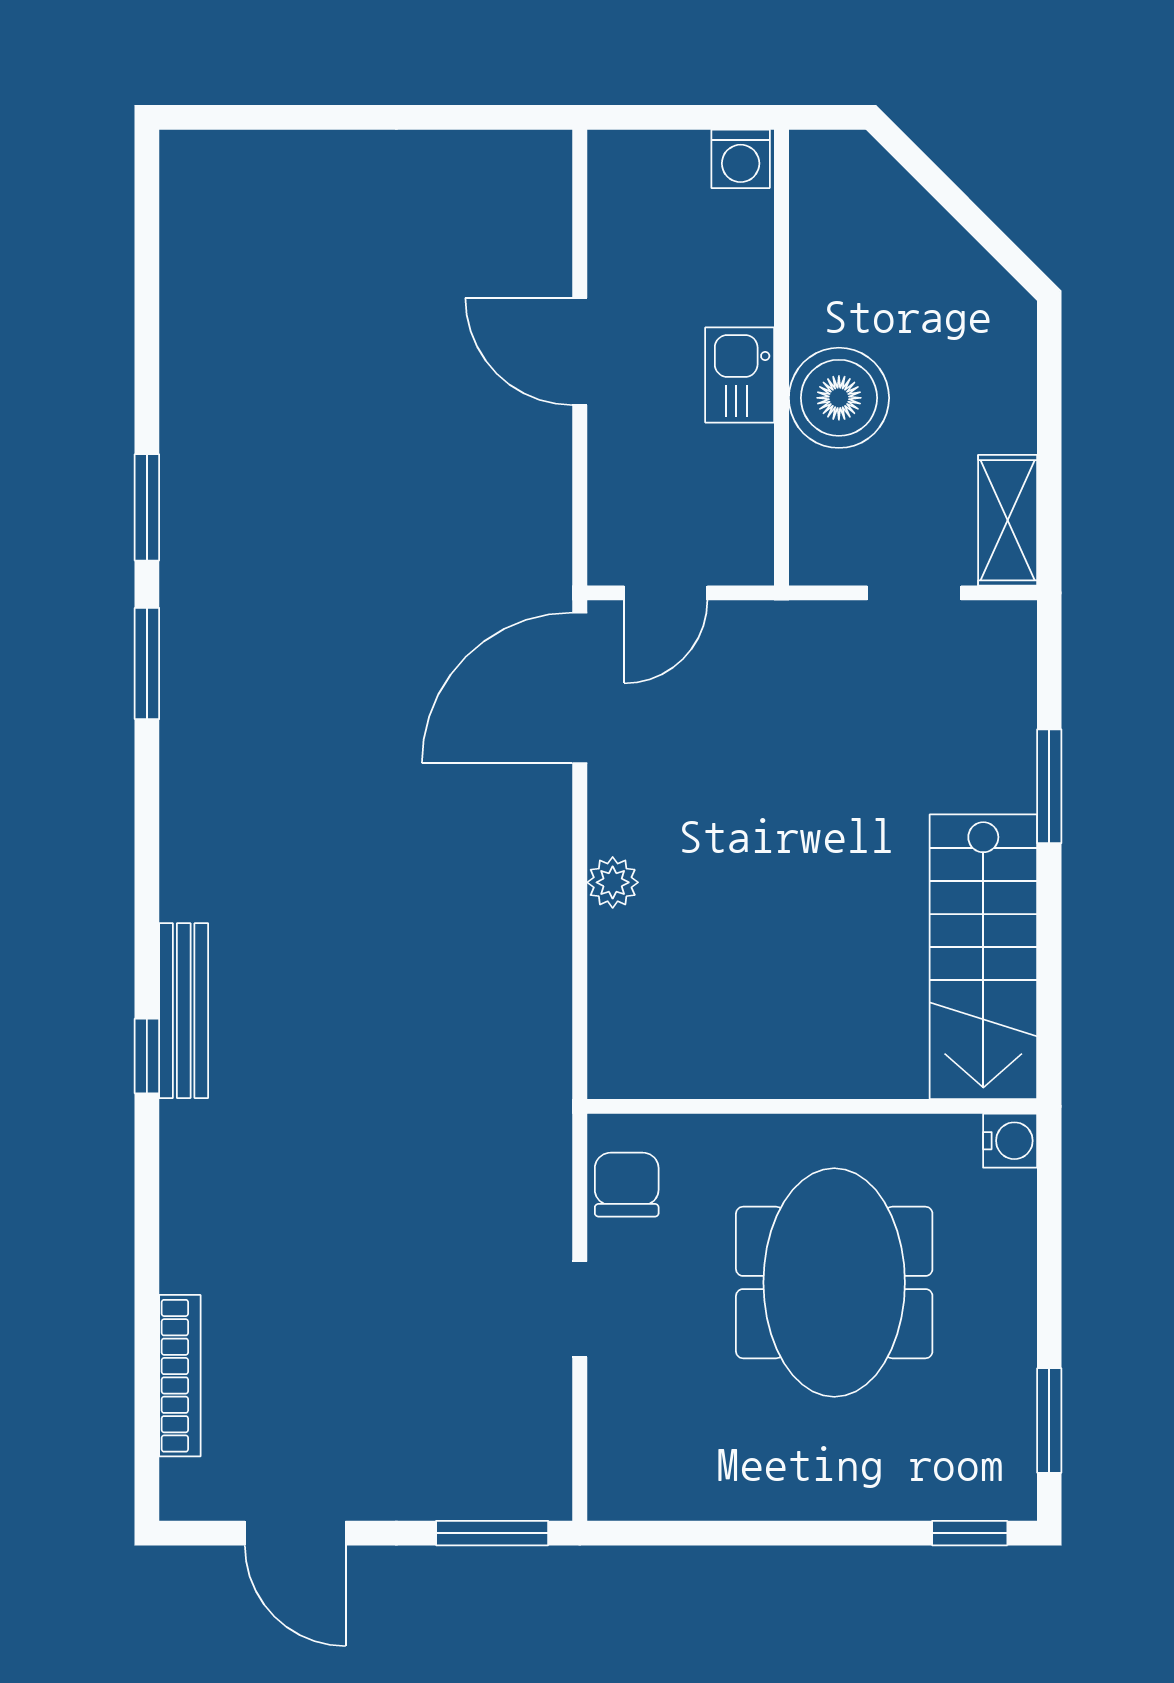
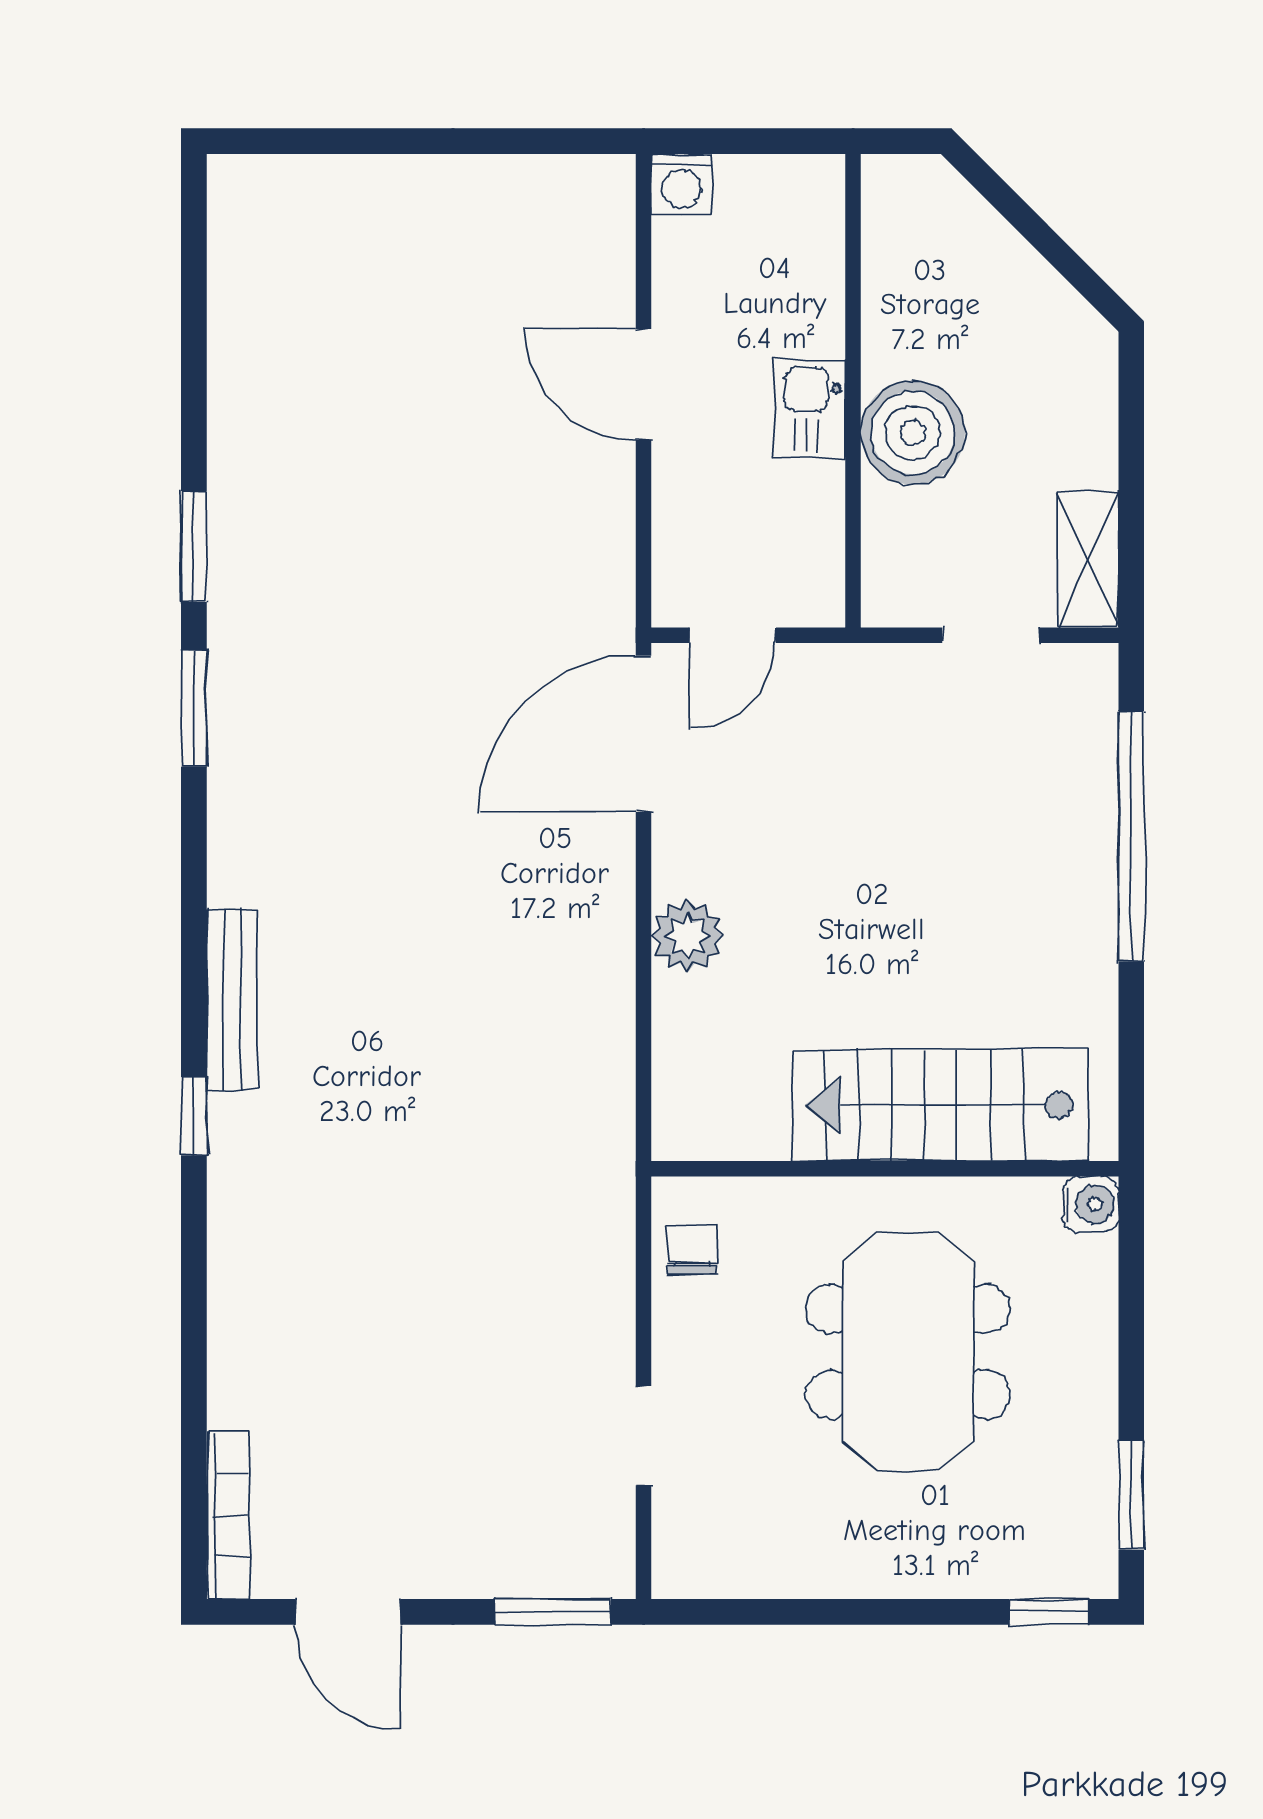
washing machine: (741, 159) -> (682, 184), moved
window: (1049, 786) -> (1131, 836), width x2.11
plant: (613, 882) -> (688, 936), width x1.38, depth x1.38
stairs: (983, 957) -> (941, 1105), moved, turned 90
bench: (184, 1011) -> (232, 1000), moved
chair: (627, 1185) -> (692, 1250), width x0.73, depth x0.73
doorway: (580, 1309) -> (644, 1436), moved
bookcase: (180, 1376) -> (228, 1515), moved

